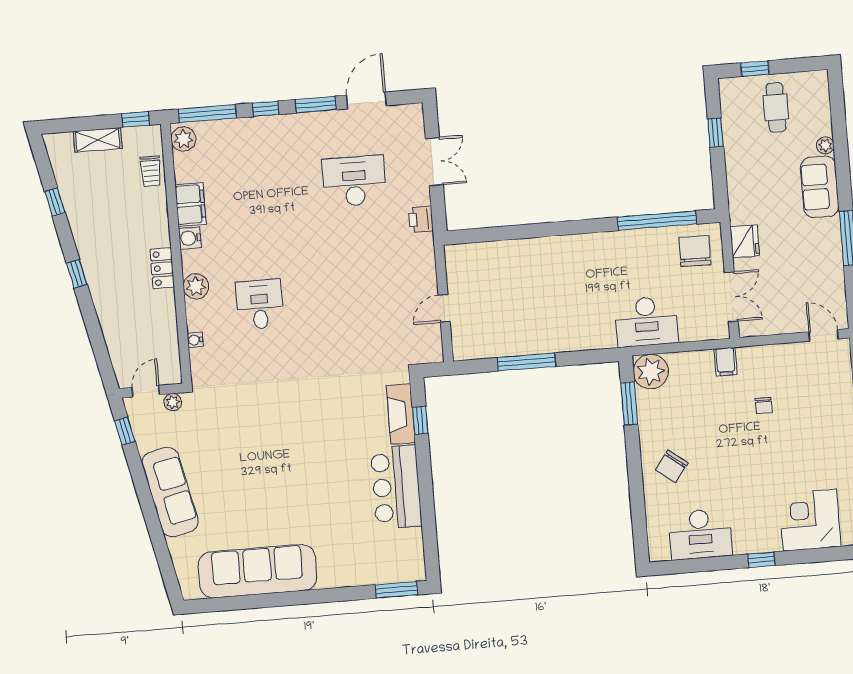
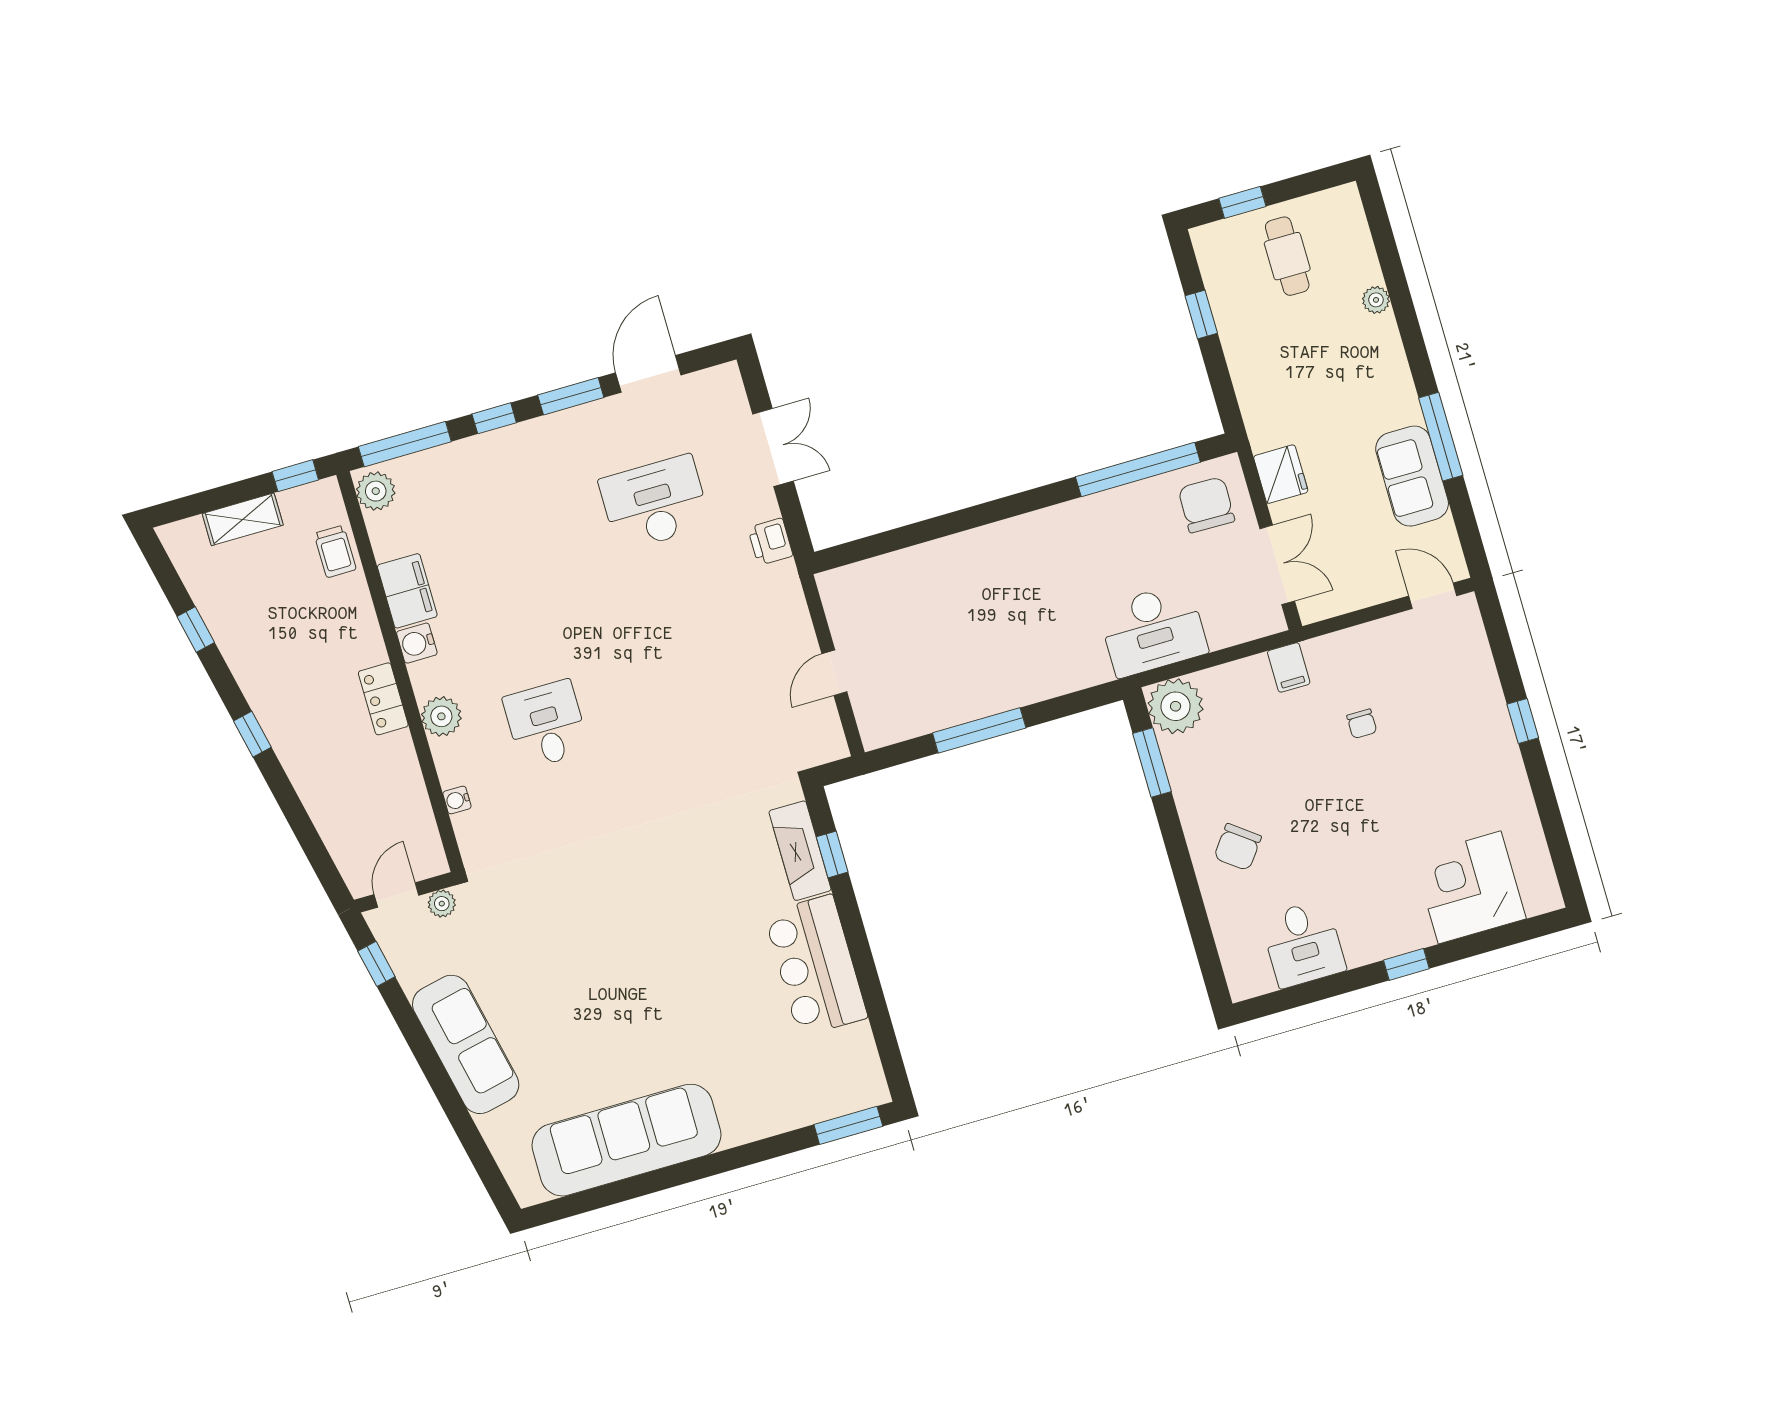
sofa: (820, 187) -> (1412, 476), moved
desk: (700, 534) -> (1303, 944), width x0.73

